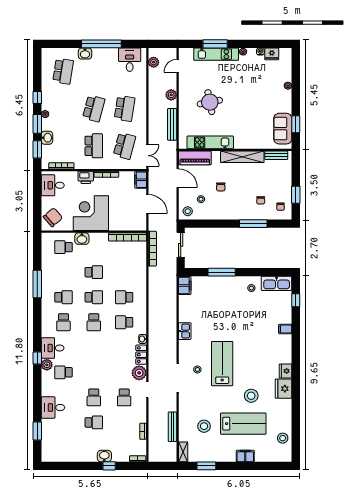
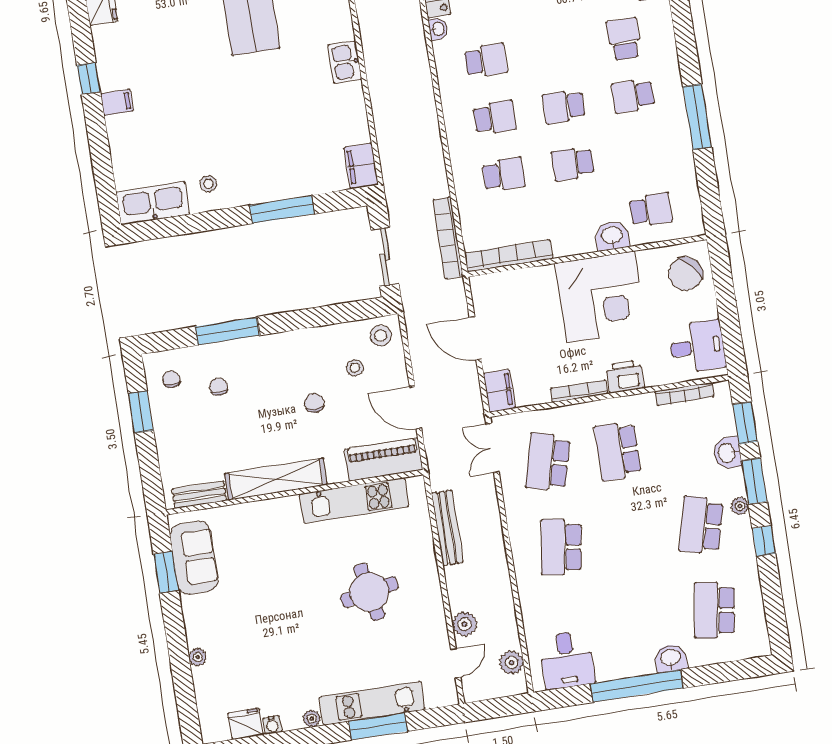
plant: (171, 95) -> (464, 624), moved
school desk: (94, 108) -> (701, 525), moved
window: (296, 300) -> (89, 78), moved
school desk: (94, 322) -> (504, 174), moved, turned 90

